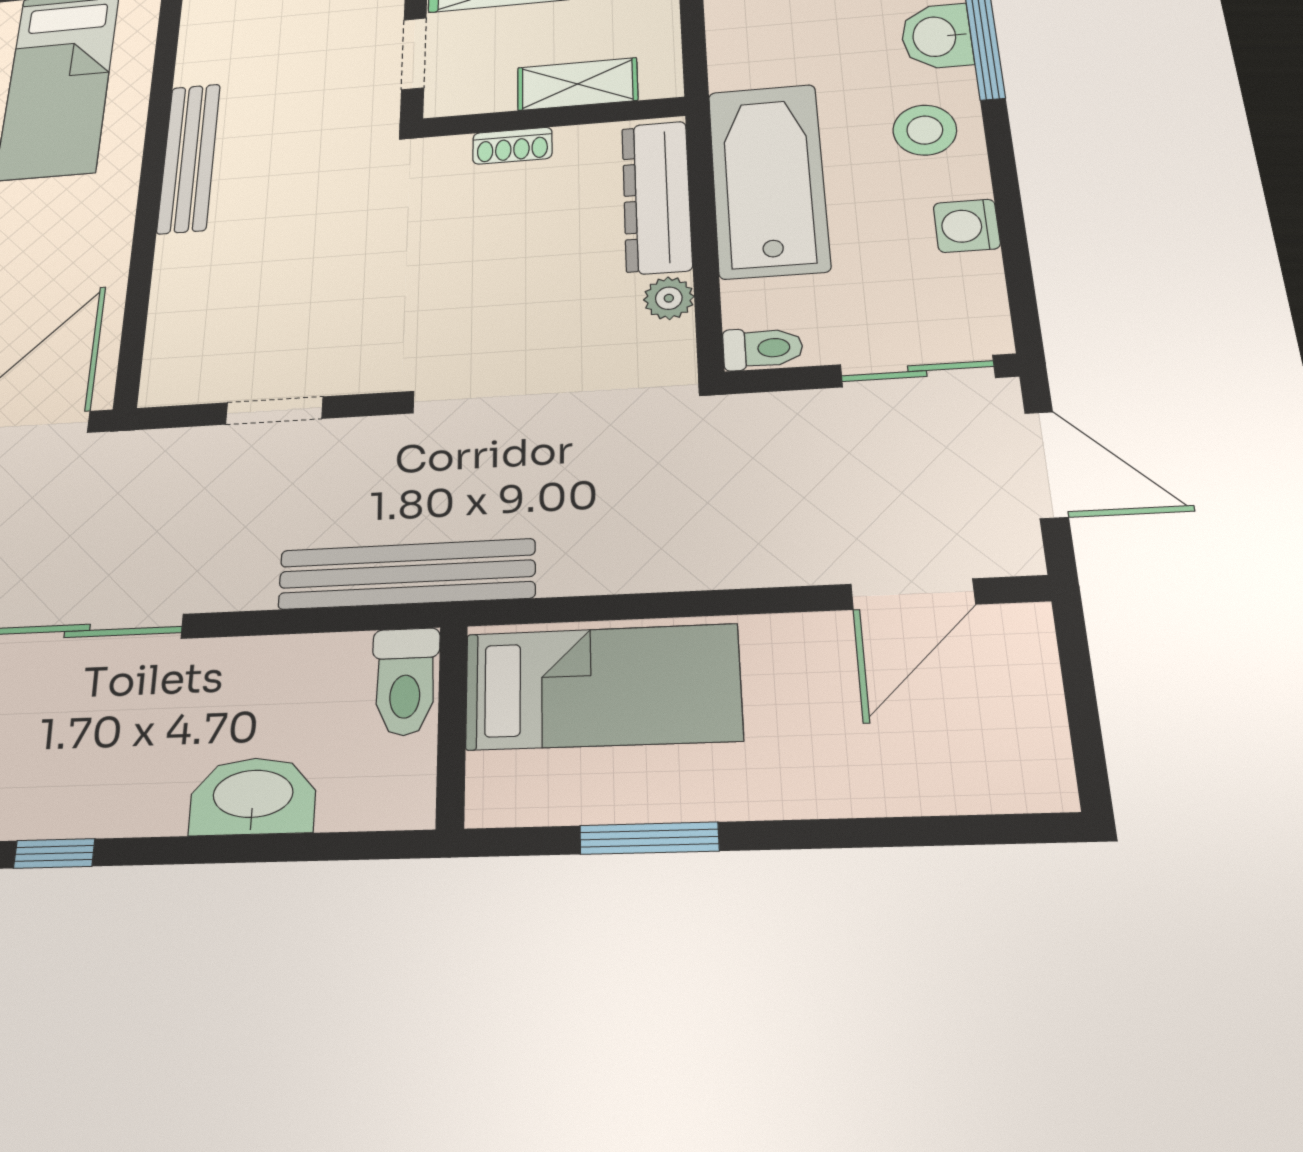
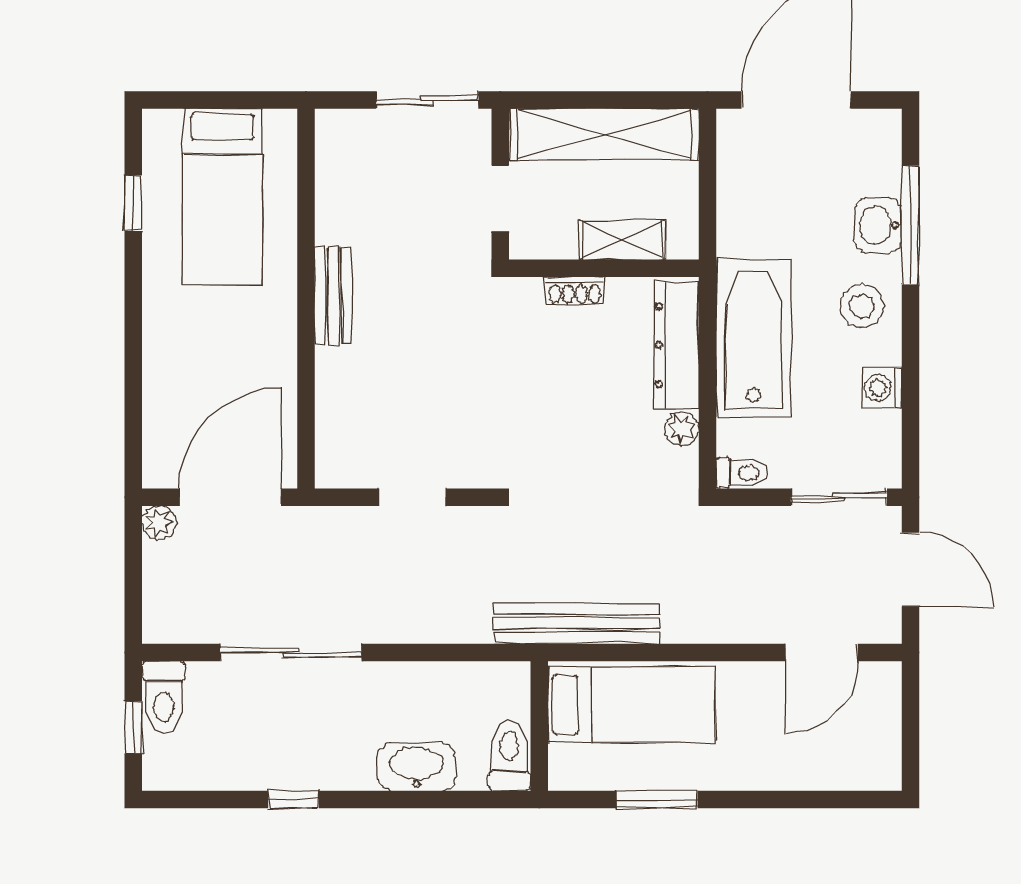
bench: (189, 158) -> (333, 296), width x0.73
bench: (406, 574) -> (577, 623), moved
toilet: (405, 682) -> (509, 756), moved, turned 180

